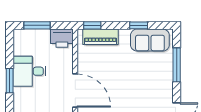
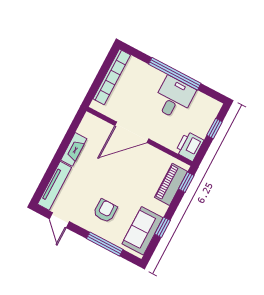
window: (37, 25) -> (215, 129), width x0.67
armchair: (150, 79) -> (105, 211), added
window: (10, 81) -> (175, 74), width x2.11

